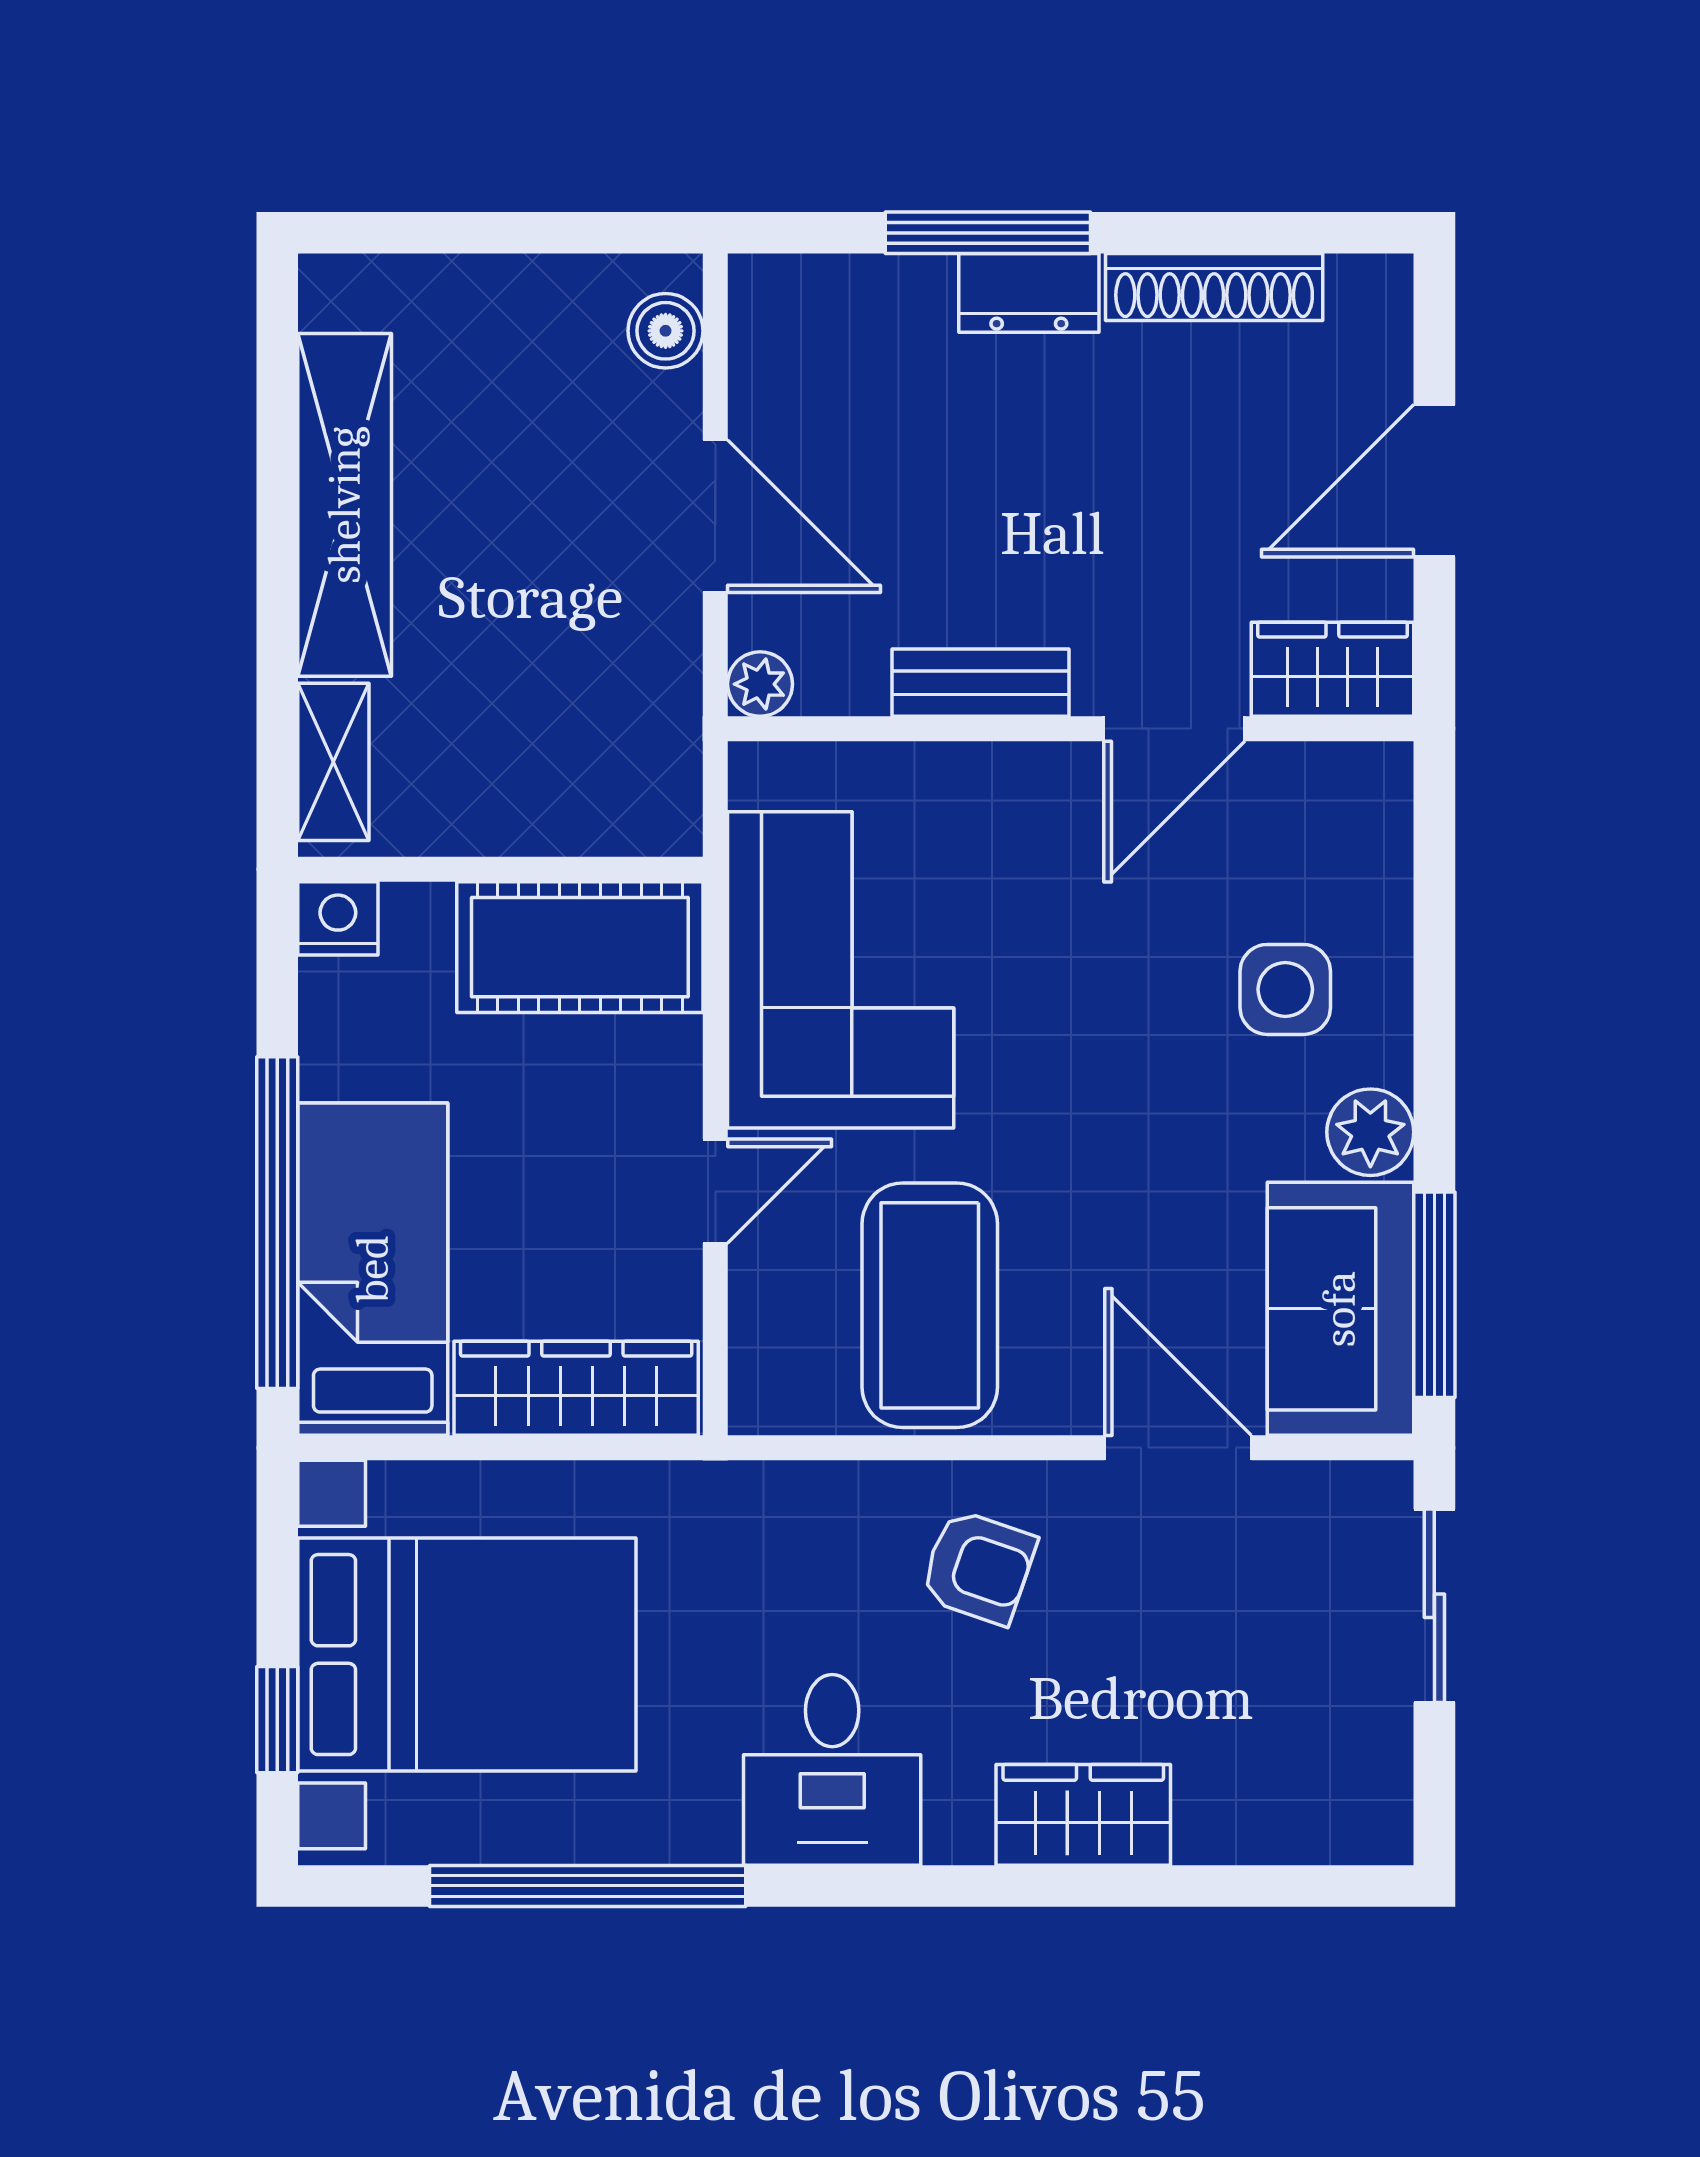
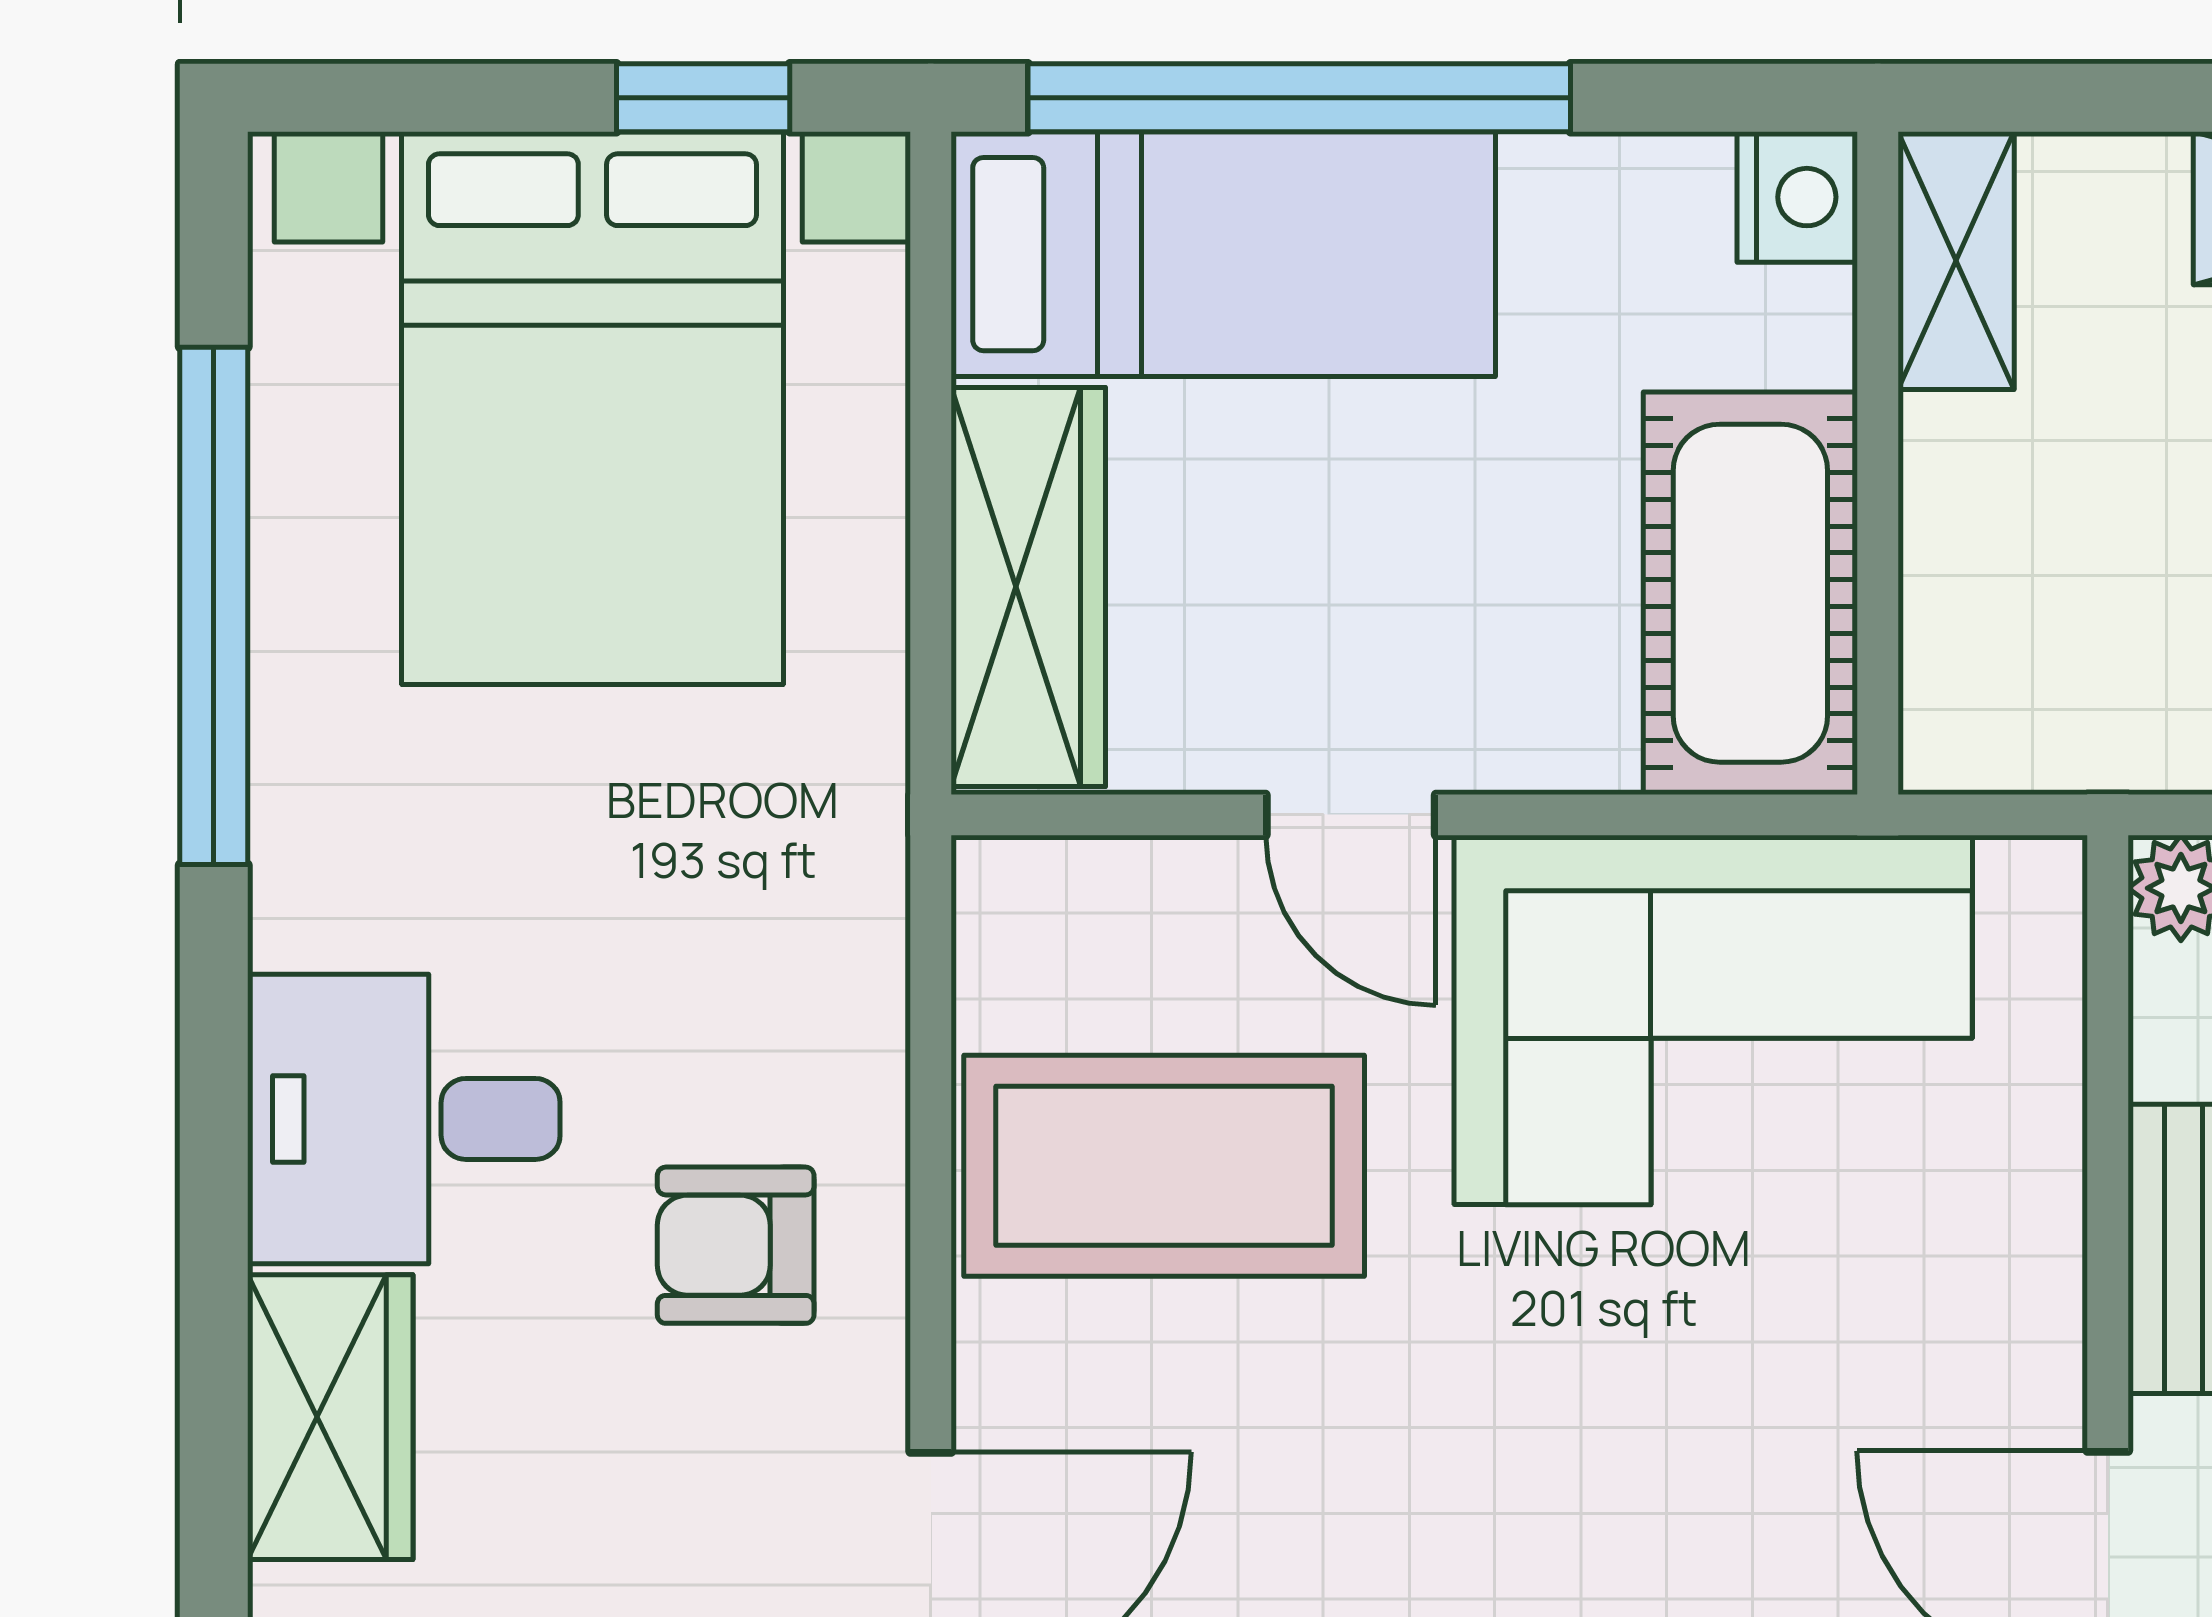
shelving: (333, 762) -> (1956, 261), moved, turned 90
armchair: (978, 1567) -> (736, 1245), turned 71
window: (277, 1720) -> (703, 98), moved
desk: (832, 1770) -> (404, 1119), moved

